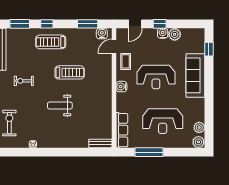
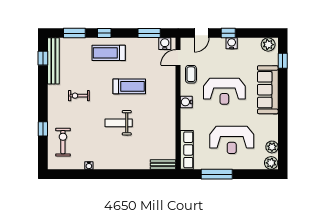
plant: (175, 34) -> (268, 45), moved

